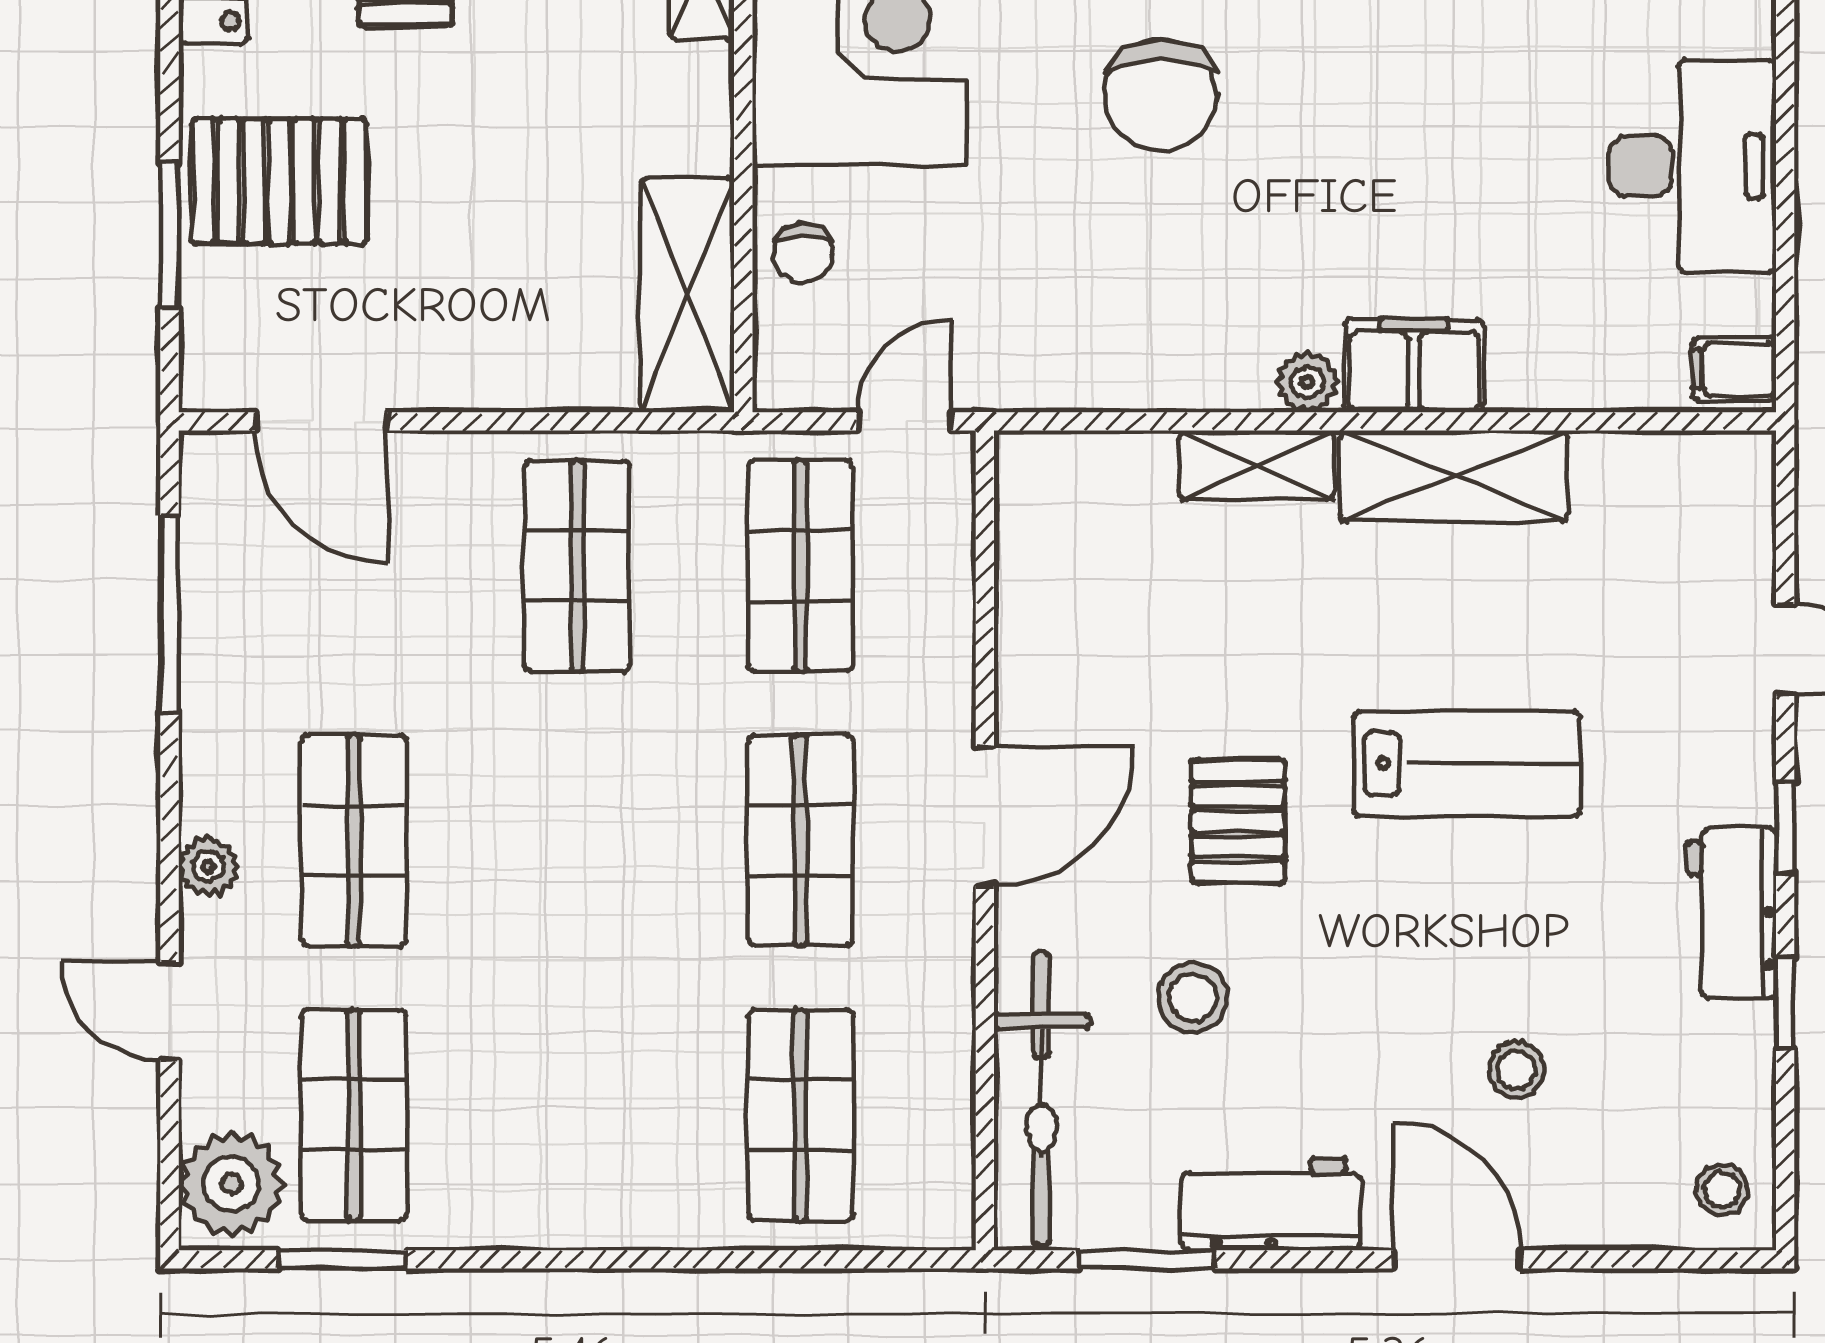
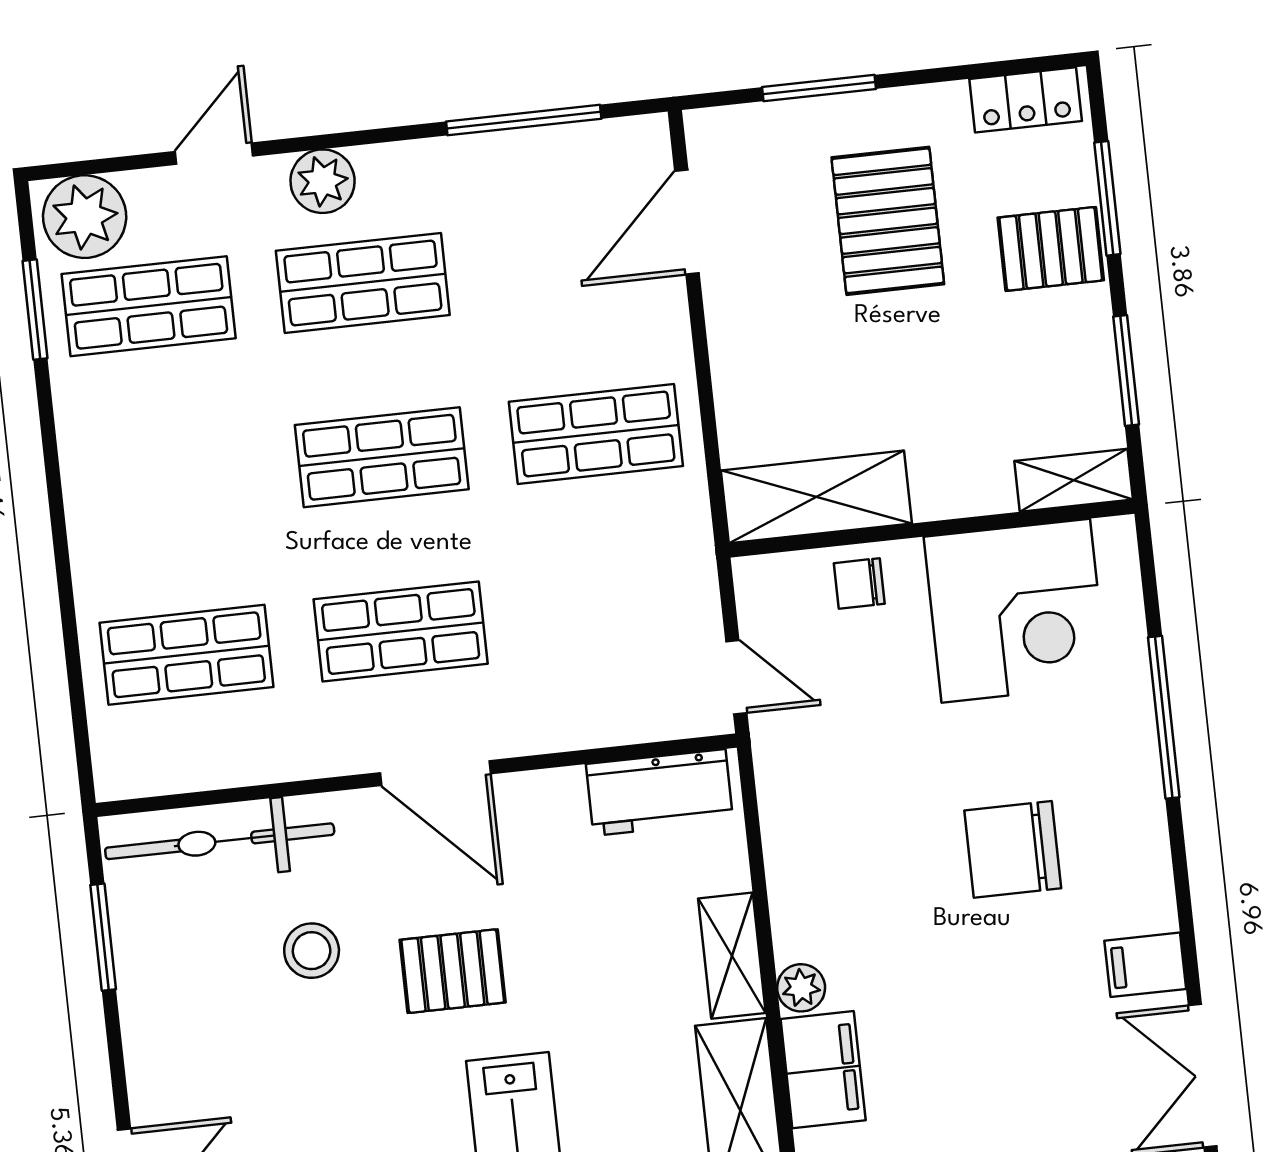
pallet: (279, 181) -> (888, 221), moved
shop shelf: (801, 566) -> (382, 457), moved
plant: (208, 866) -> (323, 181), width x1.38, depth x1.38
workbench: (1271, 1204) -> (660, 792), moved, turned 90

